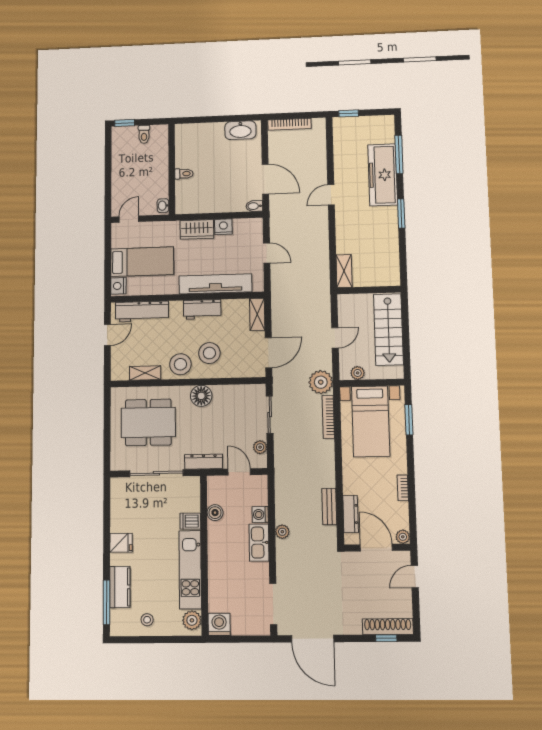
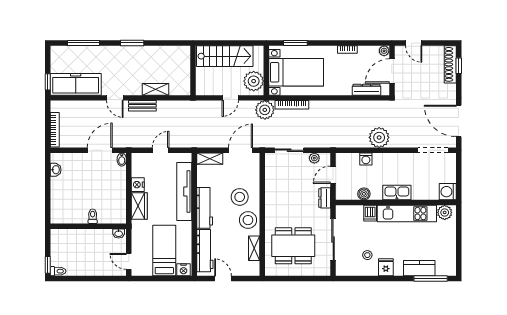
washbasin: (240, 130) -> (56, 170), width x0.52, depth x0.69
toilet: (144, 134) -> (58, 271), moved
freezer: (383, 175) -> (76, 84), moved, turned 180
shelving: (344, 271) -> (156, 89), moved
workbench: (202, 309) -> (205, 208), width x1.38
door: (335, 338) -> (230, 98), swing flipped
door: (269, 353) -> (241, 150), hinge flipped
plant: (358, 373) -> (254, 81), width x1.88, depth x1.88
floor lamp: (201, 396) -> (273, 204), removed
dining table: (148, 422) -> (293, 246), turned 90
dresser: (204, 462) -> (325, 198), width x0.70
bench: (329, 507) -> (142, 106), moved
plant: (282, 532) -> (379, 137), width x1.87, depth x1.87
kitchen sink: (259, 543) -> (397, 193), moved, turned 180
stool: (147, 620) -> (367, 255), moved
door: (313, 639) -> (459, 121), swing flipped

